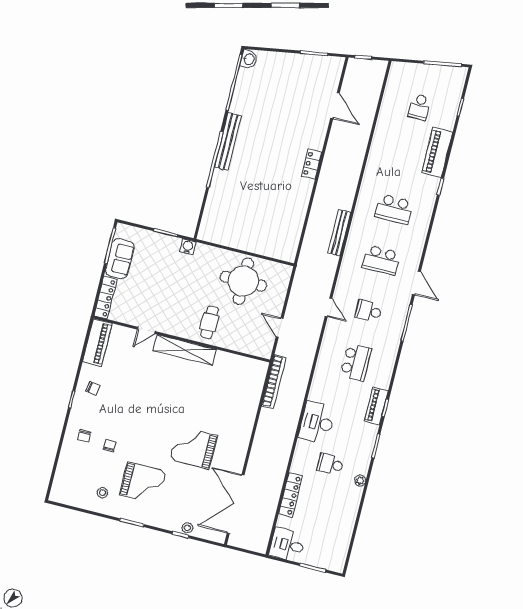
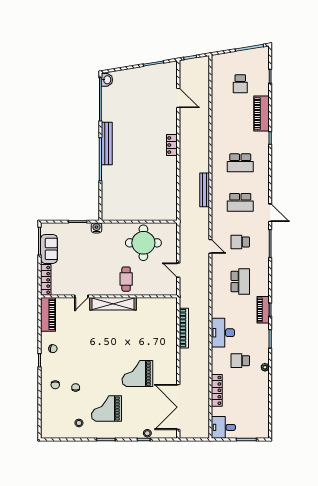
bookcase: (274, 382) -> (184, 328), moved
grand piano: (143, 483) -> (107, 409), turned 180

